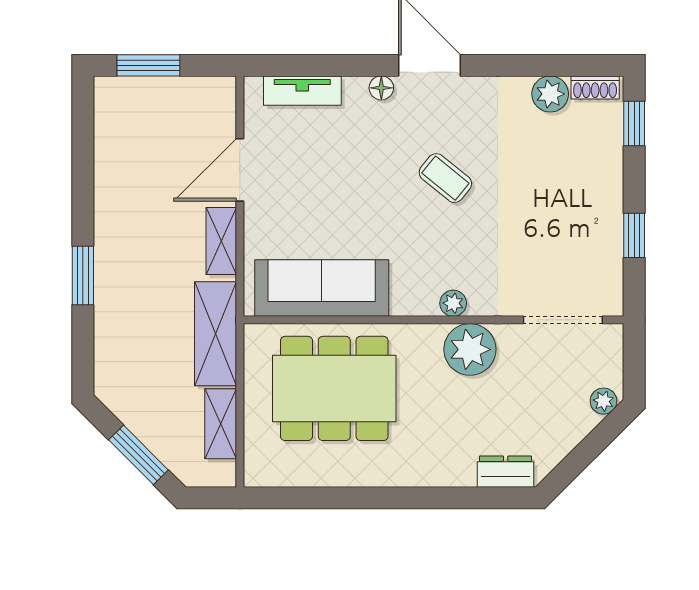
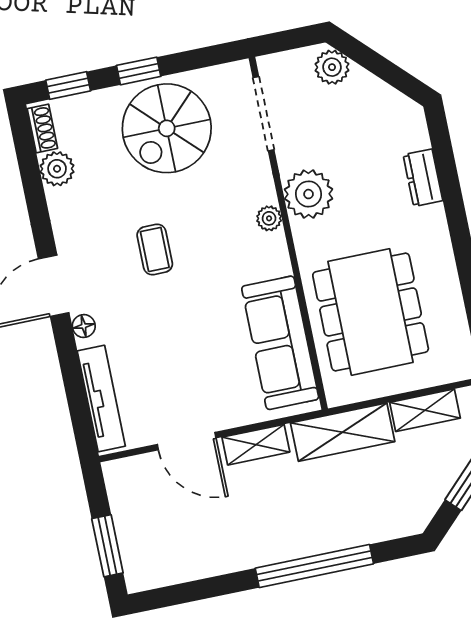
tv unit: (302, 91) -> (101, 399), width x1.41
coffee table: (445, 178) -> (155, 250), turned -39
spiral stairs: (569, 216) -> (167, 128), added
window: (634, 235) -> (139, 71), moved
window: (83, 276) -> (314, 566), width x2.11
plant: (603, 401) -> (332, 67), width x1.38, depth x1.38
dresser: (506, 472) -> (423, 178), moved

